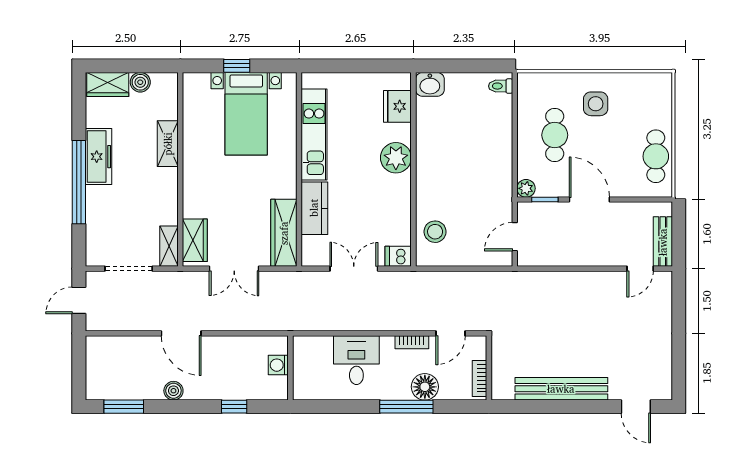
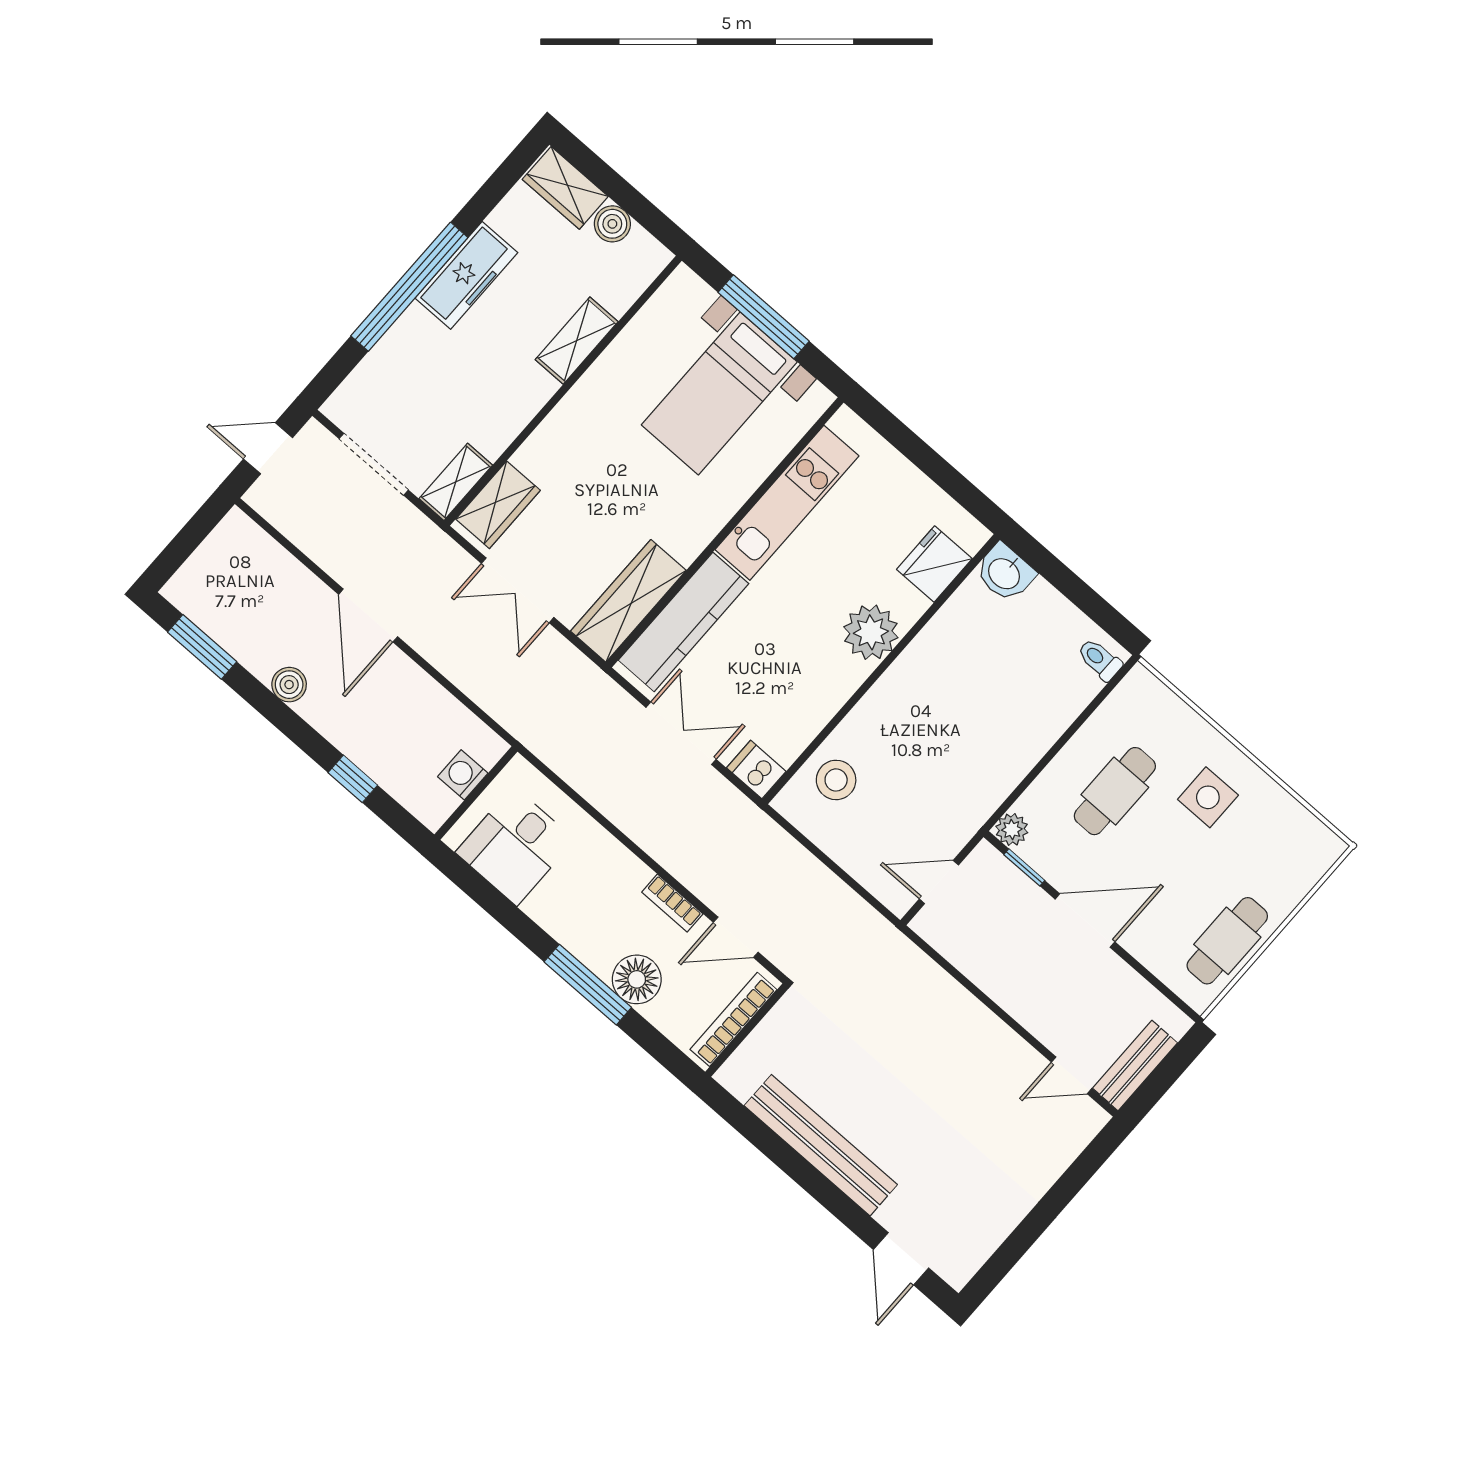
window: (237, 66) -> (764, 317), width x2.17
door: (589, 200) -> (1085, 920), hinge flipped
kitchen counter: (314, 208) -> (684, 622), width x1.50
desk: (356, 360) -> (515, 846), moved, turned 180
bookcase: (479, 378) -> (733, 1019), width x1.56

